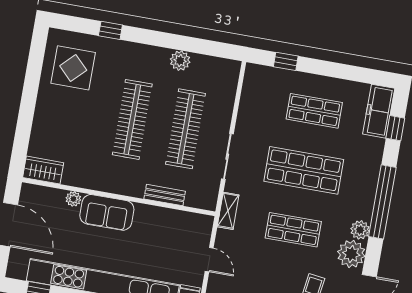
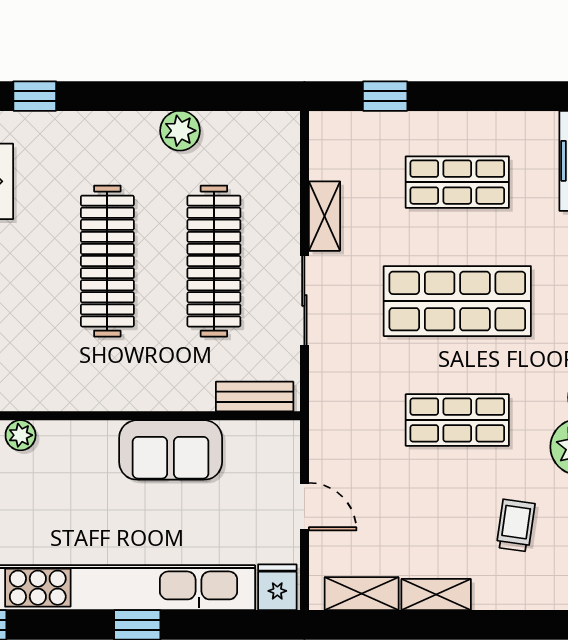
bench: (165, 195) -> (255, 397), moved
shelving: (228, 211) -> (324, 216), moved
sofa: (107, 212) -> (171, 450), moved

